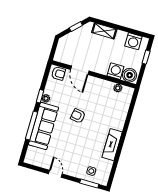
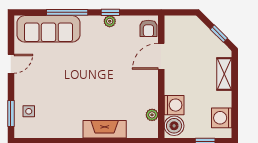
armchair: (78, 116) -> (98, 71), removed
sofa: (44, 126) -> (49, 29), moved
fireplace: (112, 145) -> (105, 129), moved

